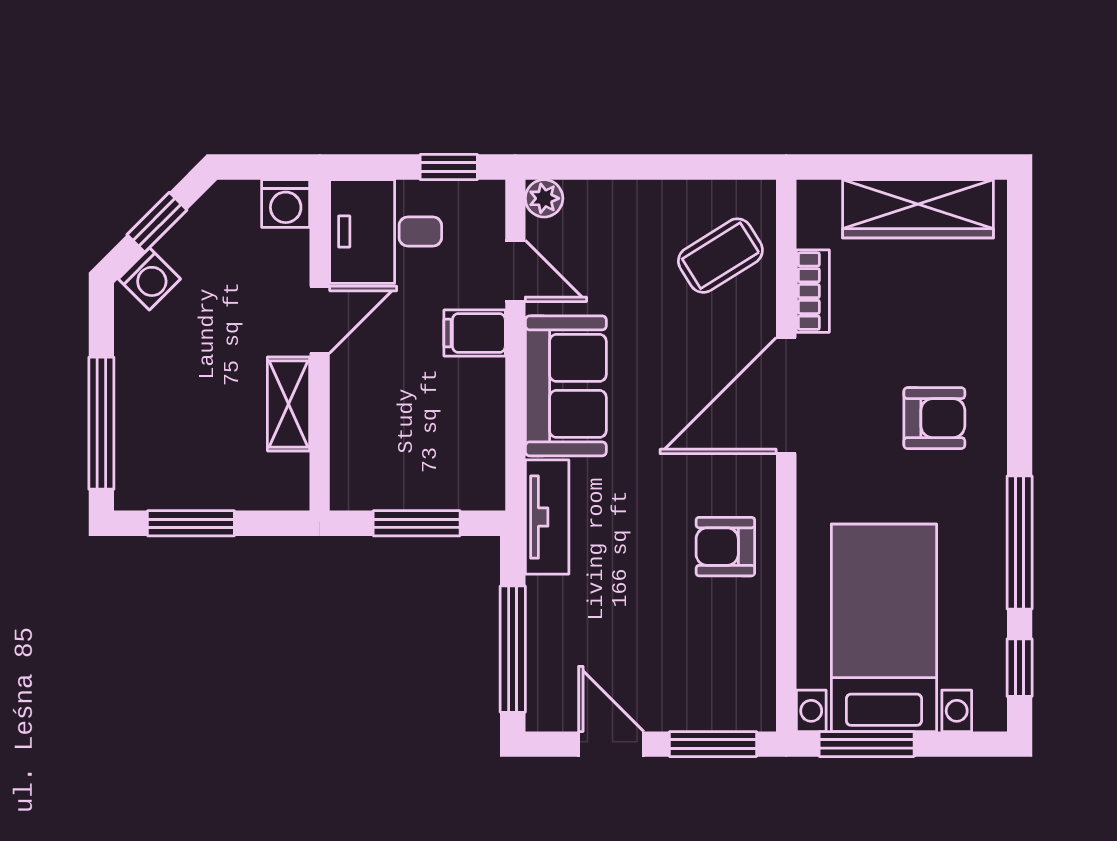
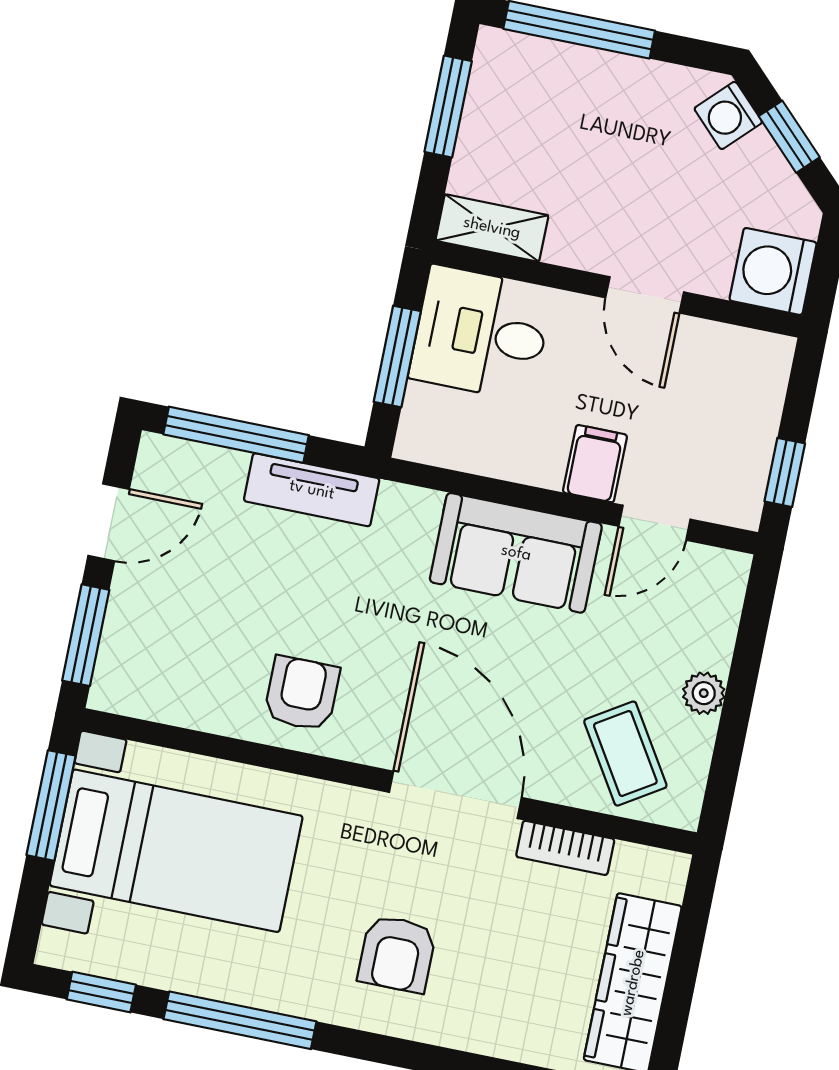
plant: (544, 198) -> (704, 693), moved
washing machine: (286, 204) -> (773, 271), width x1.38, depth x1.38
desk: (386, 232) -> (481, 333), moved, turned -90
shelving: (288, 404) -> (492, 228), moved
tv unit: (547, 517) -> (312, 490), moved

